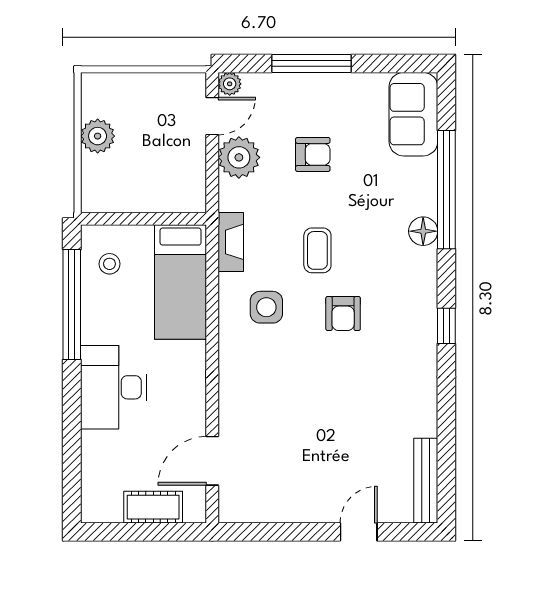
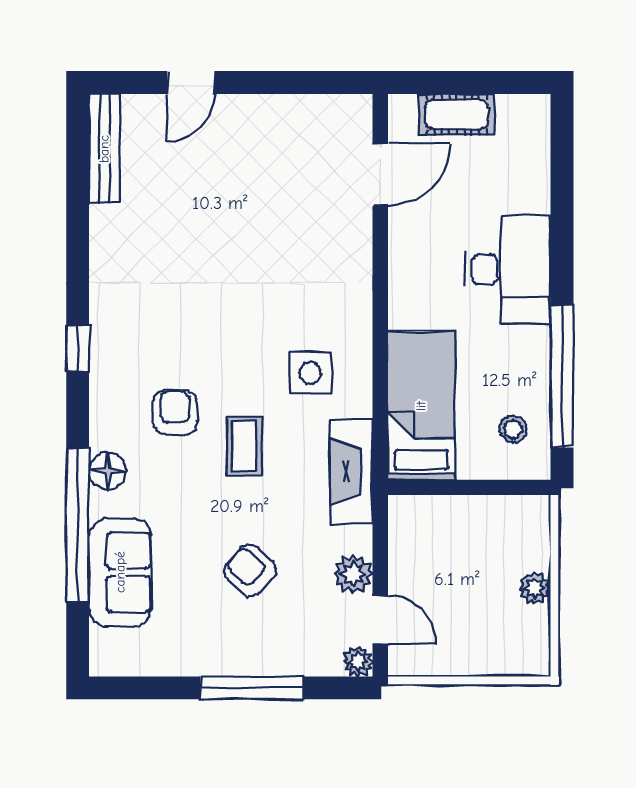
sofa: (413, 114) -> (120, 572), moved
door: (212, 116) -> (380, 620), swing flipped
plant: (98, 136) -> (535, 588), width x0.73, depth x0.73
armchair: (313, 154) -> (250, 570), turned 43
plant: (239, 157) -> (353, 574), width x0.73, depth x0.73
fireplace: (231, 242) -> (351, 471), width x1.37, depth x1.32
armchair: (343, 313) -> (175, 412), moved

